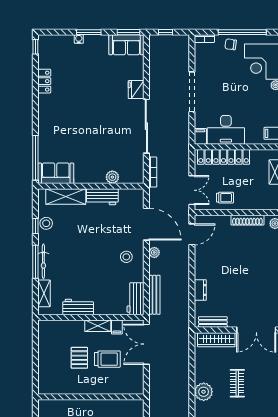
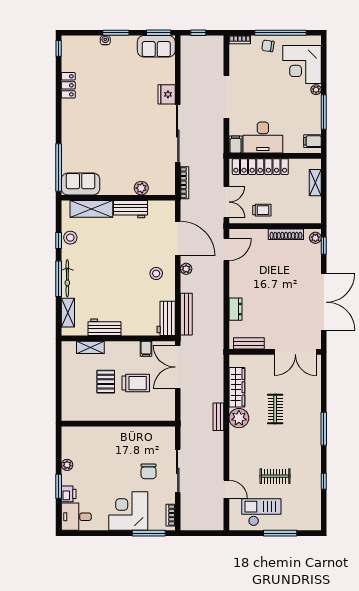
shelving: (98, 326) -> (90, 347), moved
wardrobe: (216, 340) -> (237, 387), moved, turned -90
bench: (184, 391) -> (218, 417), added

